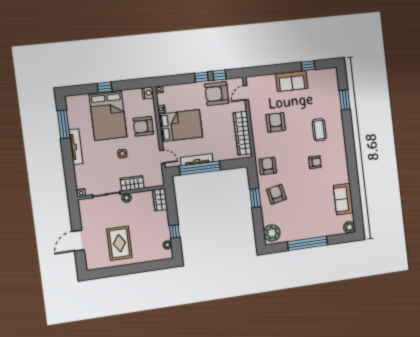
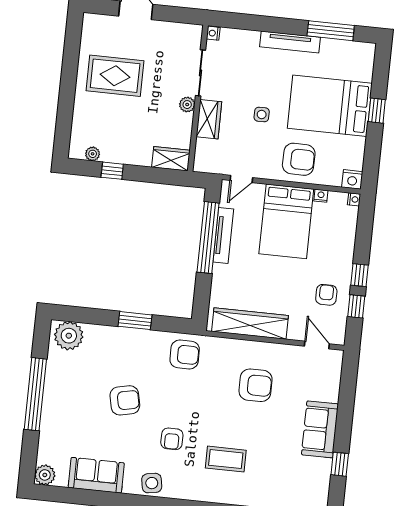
armchair: (217, 94) -> (326, 295), width x0.53, depth x0.53
armchair: (143, 126) -> (299, 159), turned 91
side table: (341, 168) -> (152, 483), added
armchair: (276, 194) -> (125, 400), moved

